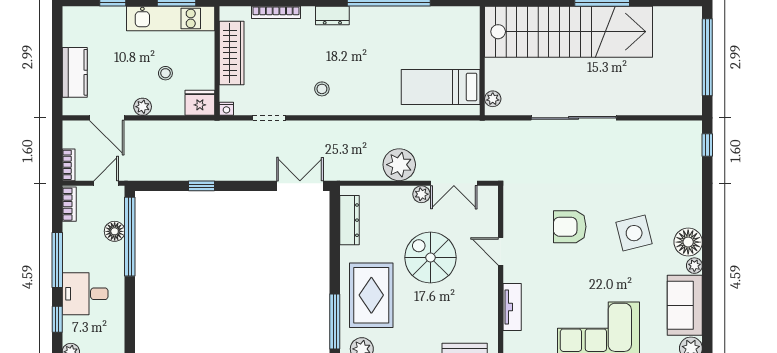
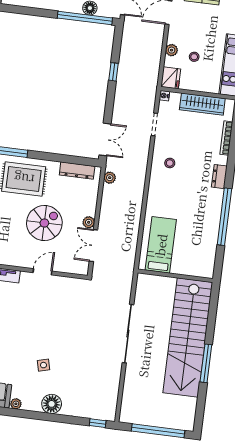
plant: (493, 99) -> (148, 280), removed
plant: (143, 107) -> (172, 50), moved
plant: (399, 165) -> (110, 178), moved, width x0.53, depth x0.53
armchair: (570, 227) -> (53, 321), removed
side table: (634, 233) -> (43, 365), width x0.54, depth x0.54
floor lamp: (688, 242) -> (52, 404), moved

